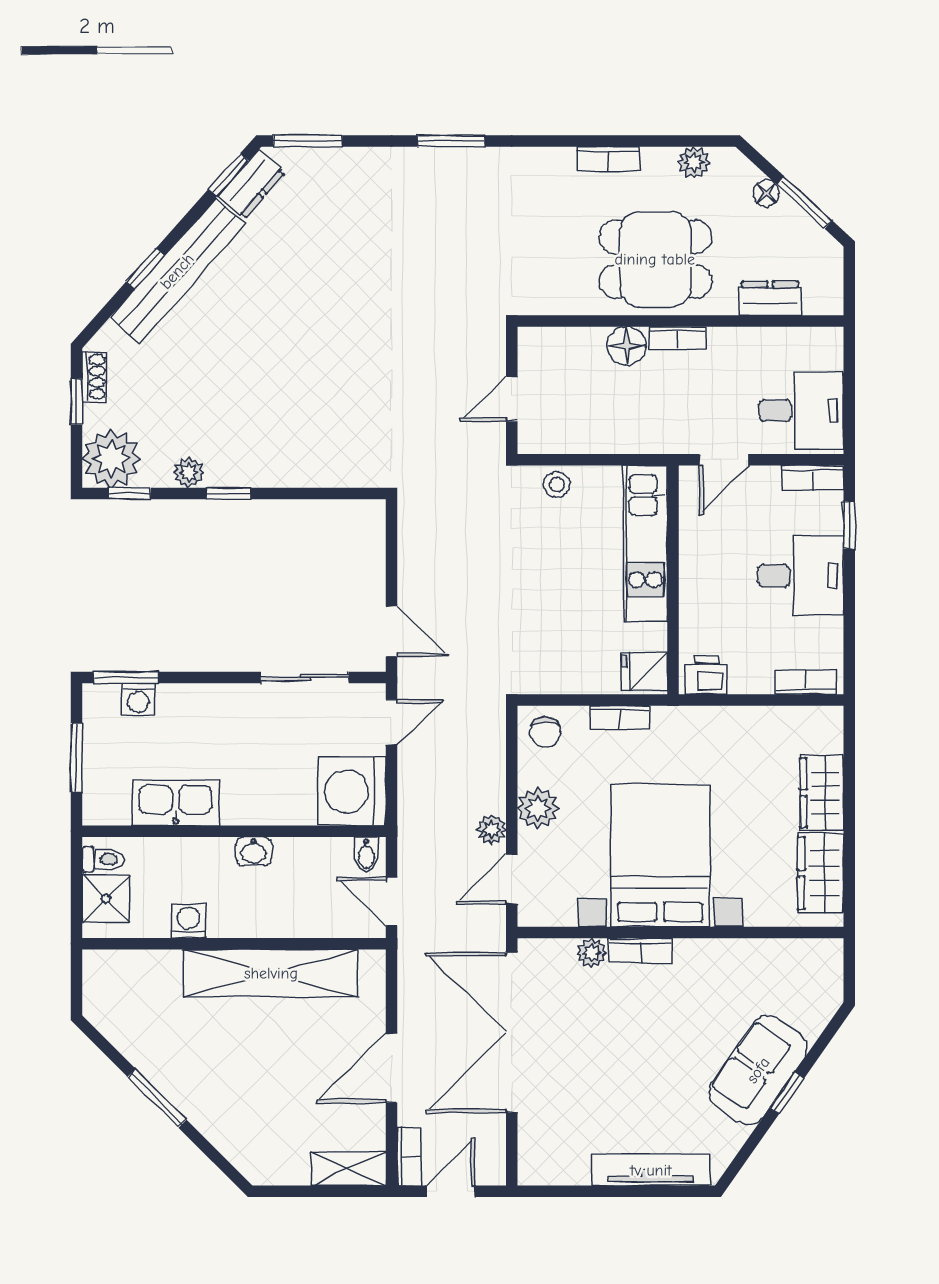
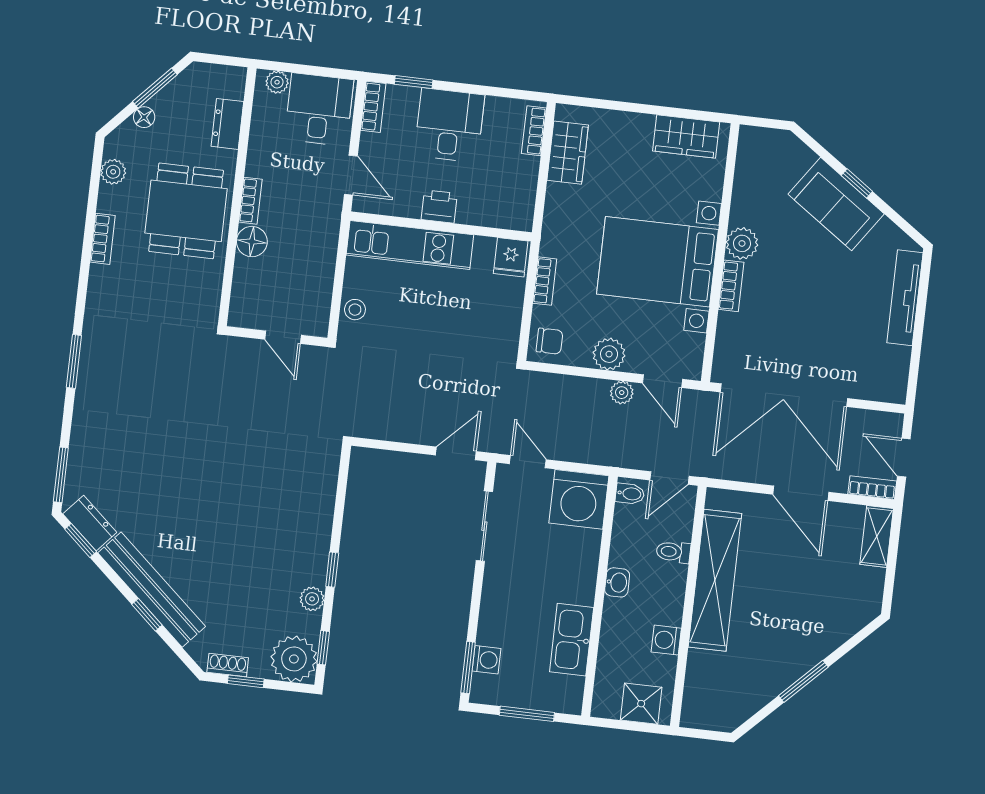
plant: (829, 354) -> (277, 82), added
printer: (706, 675) -> (439, 206), moved, turned 90
wardrobe: (822, 793) -> (568, 153), moved, turned -90
toilet: (103, 859) -> (673, 552), moved, turned -90
plant: (591, 953) -> (742, 243), moved, width x1.38, depth x1.38

